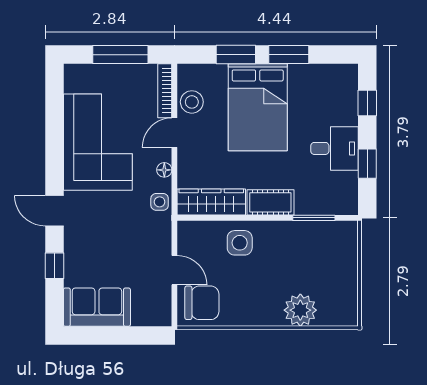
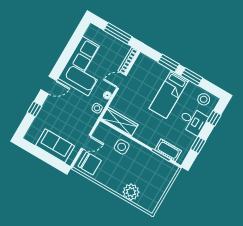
stool: (192, 102) -> (204, 99), moved
bed: (258, 107) -> (169, 94), width x0.67
desk: (334, 148) -> (193, 121), moved
cot: (270, 202) -> (168, 150), moved
door: (54, 211) -> (49, 85), swing flipped
door: (174, 270) -> (86, 142), hinge flipped
sofa: (97, 307) -> (55, 146), moved

